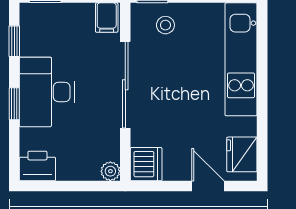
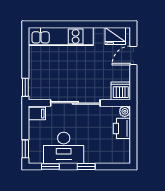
stool: (165, 25) -> (41, 80), removed
desk: (47, 92) -> (64, 148), moved
printer: (37, 166) -> (122, 128), moved

